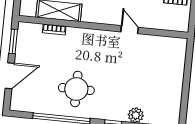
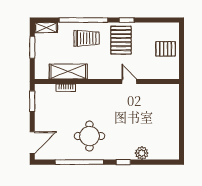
door: (10, 76) -> (32, 143), moved

